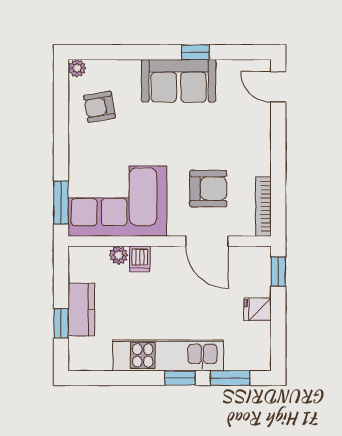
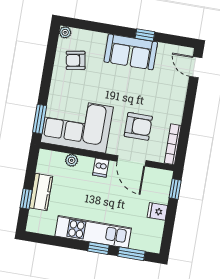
dishwasher: (140, 259) -> (101, 168), moved

